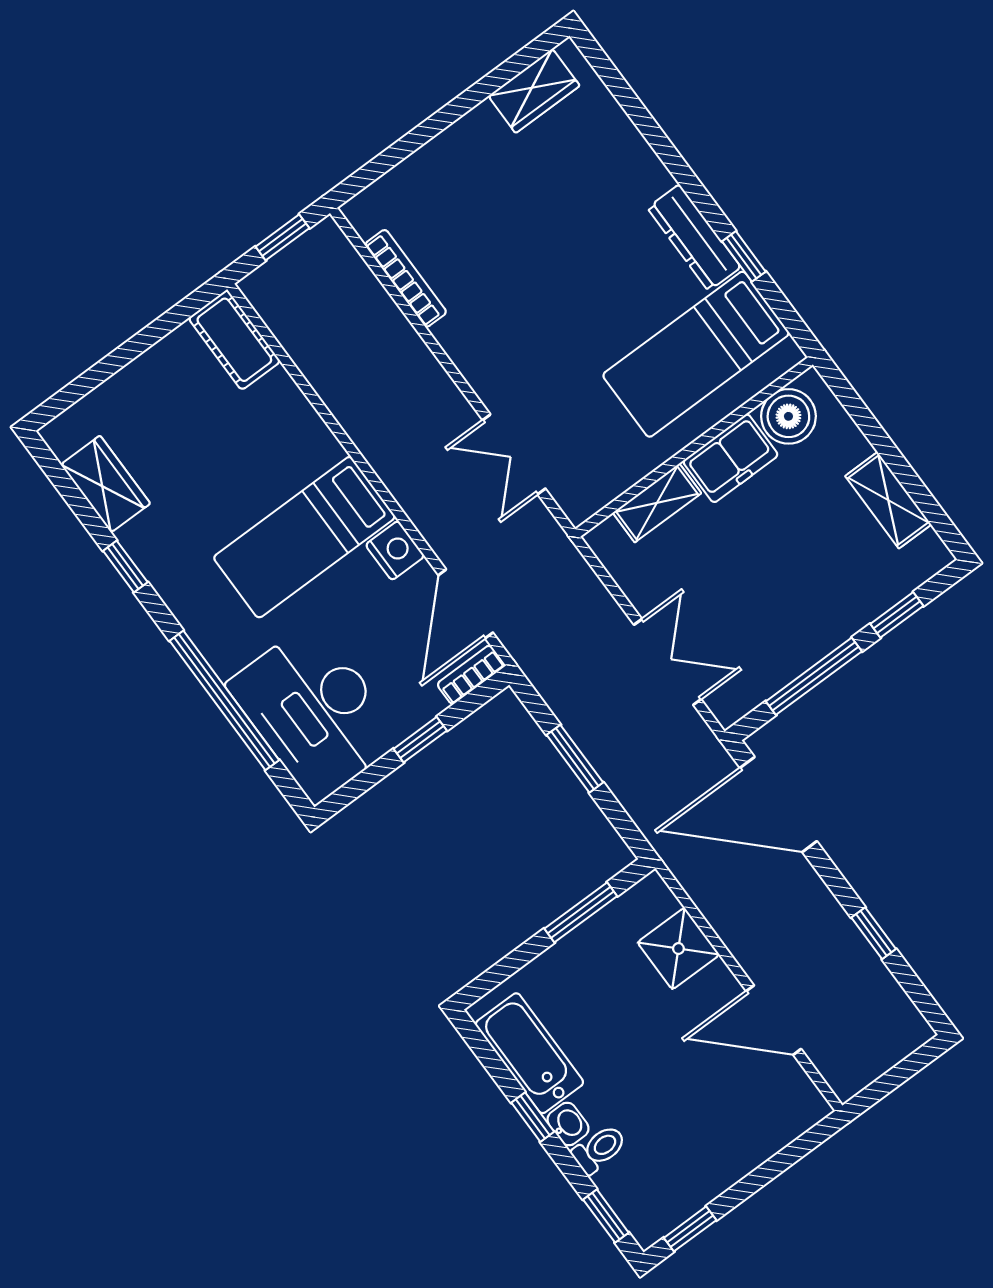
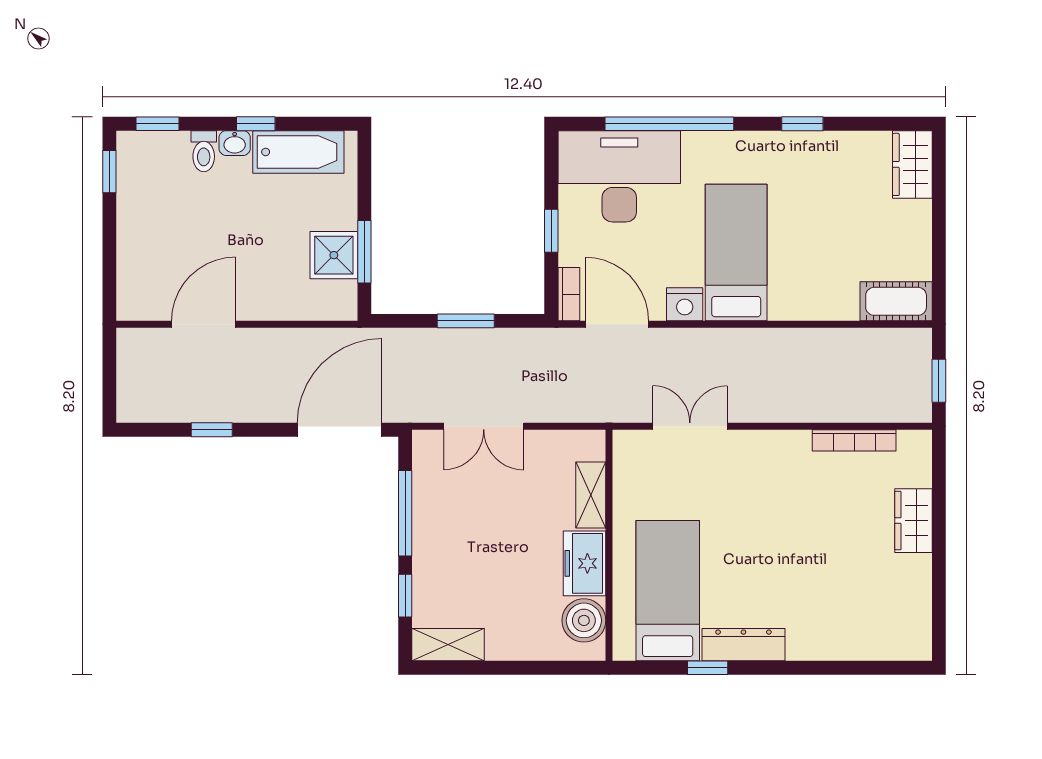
wardrobe: (534, 91) -> (914, 521), moved
wardrobe: (105, 484) -> (912, 164), moved, turned 90
shelving: (888, 500) -> (448, 645), moved
shower: (678, 949) -> (334, 255), moved

